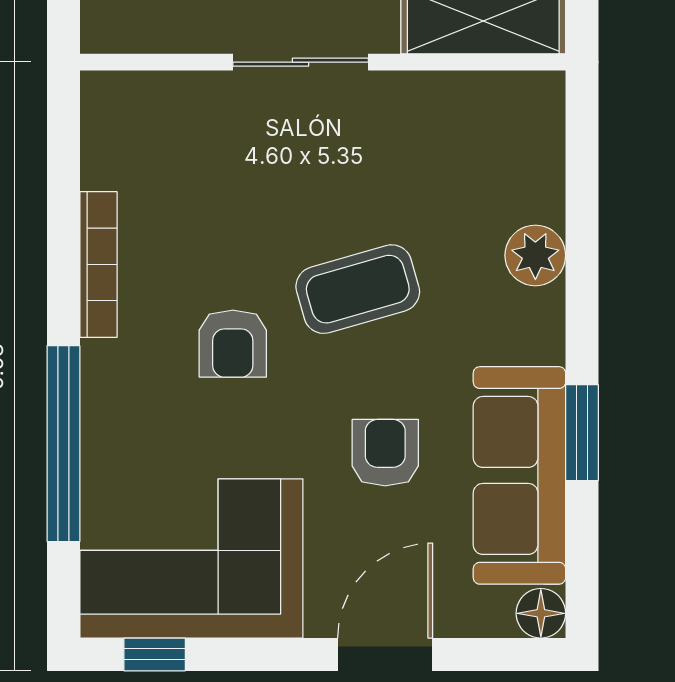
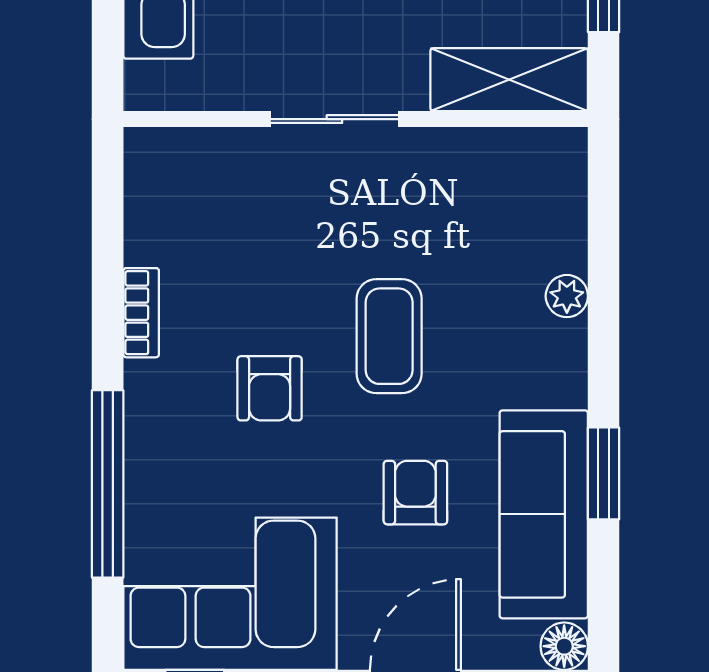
plant: (535, 255) -> (567, 296), width x0.73, depth x0.73
bookcase: (98, 265) -> (141, 313), width x0.64
coffee table: (358, 289) -> (389, 336), turned -74

